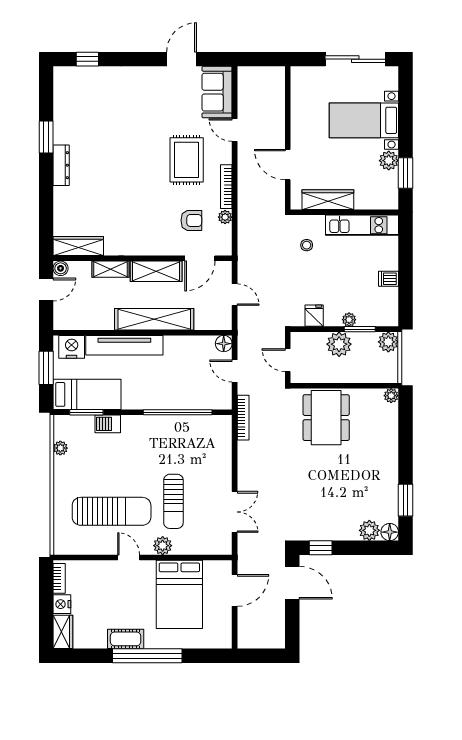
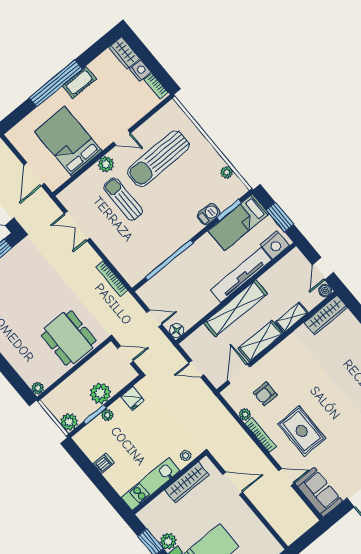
stool: (307, 245) -> (186, 455), moved
bookcase: (243, 418) -> (112, 279), moved

